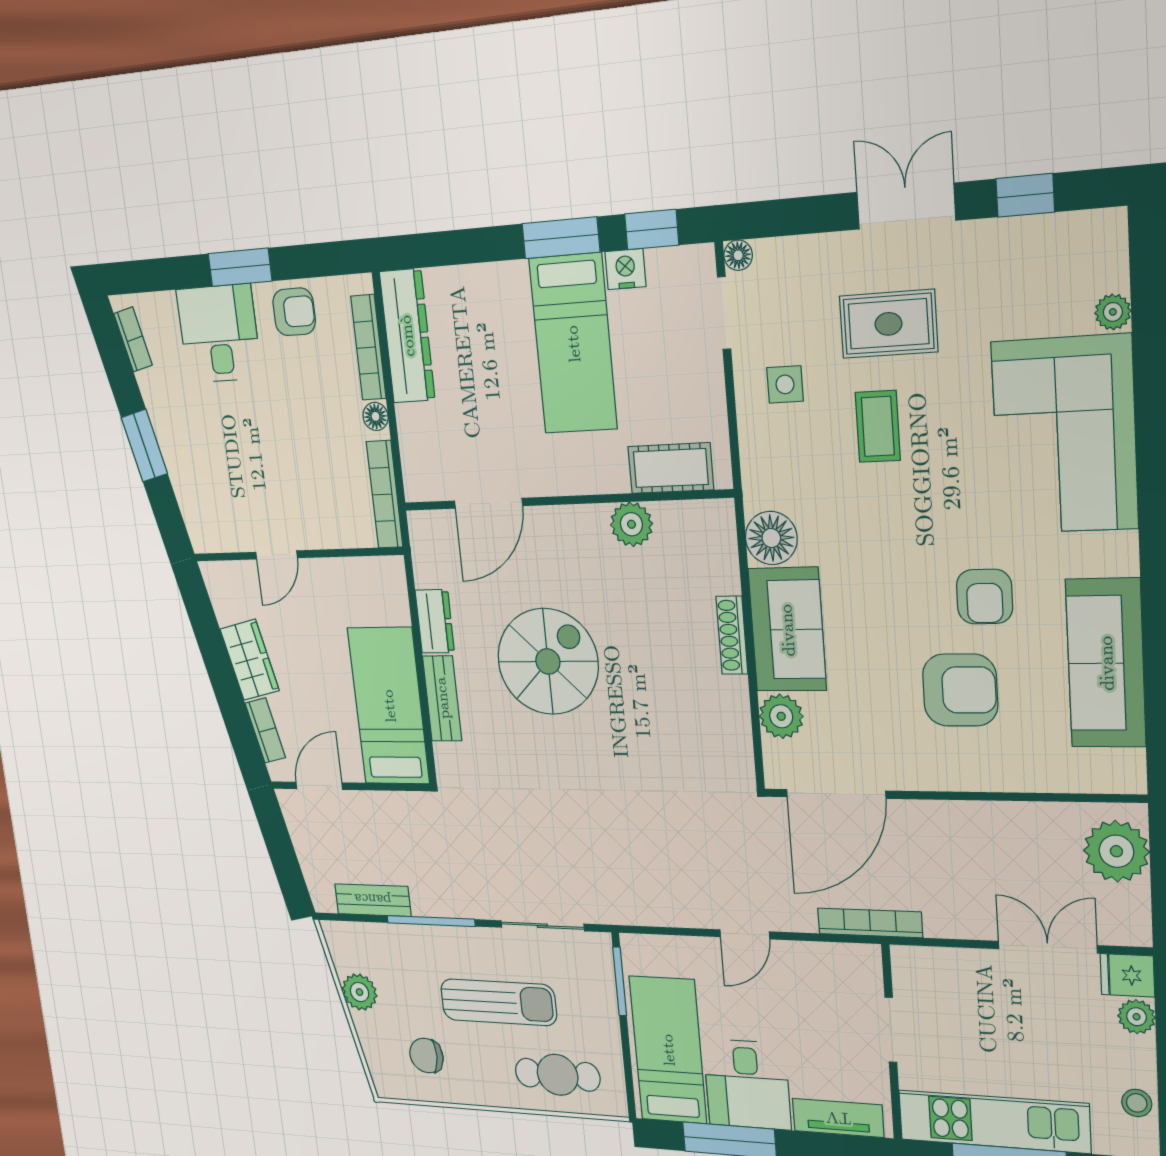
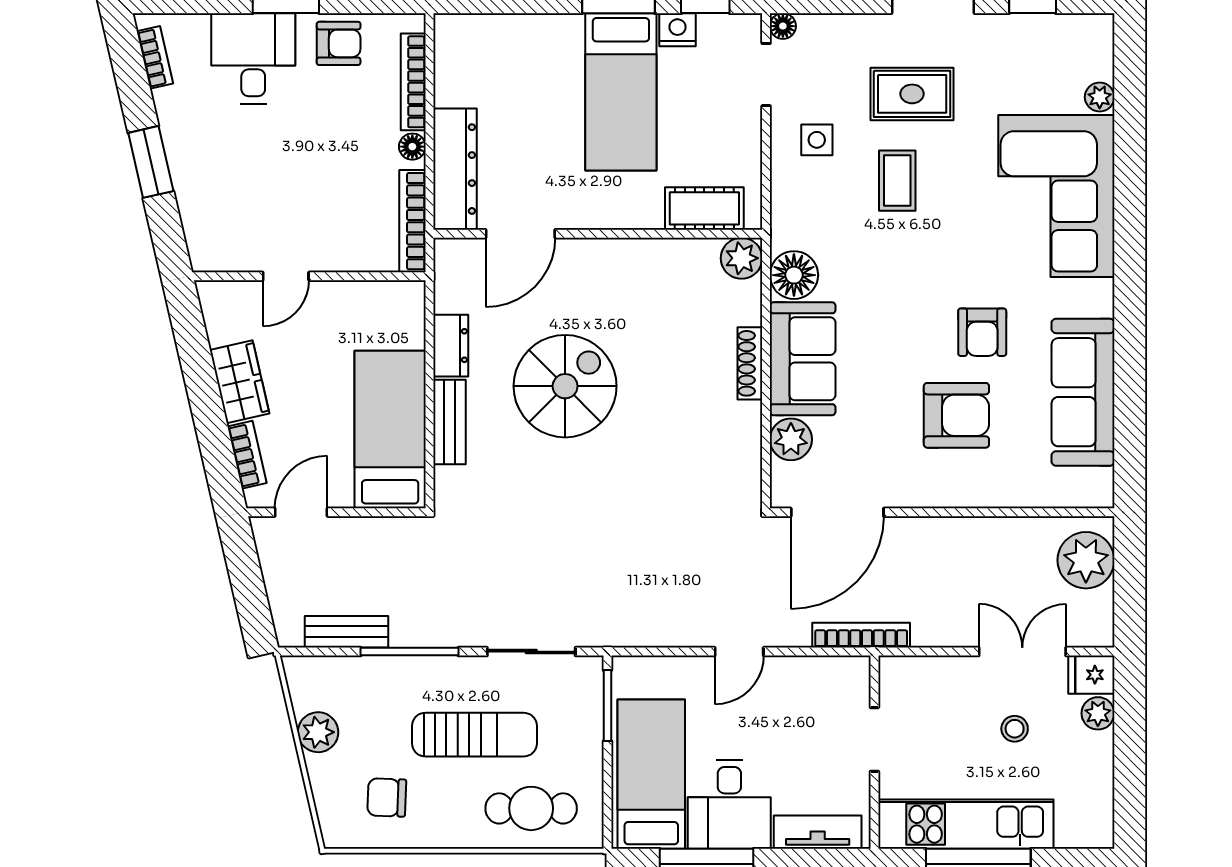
dresser: (407, 336) -> (455, 169), moved
plant: (631, 524) -> (742, 258), moved
stool: (1137, 1103) -> (1015, 729), moved

